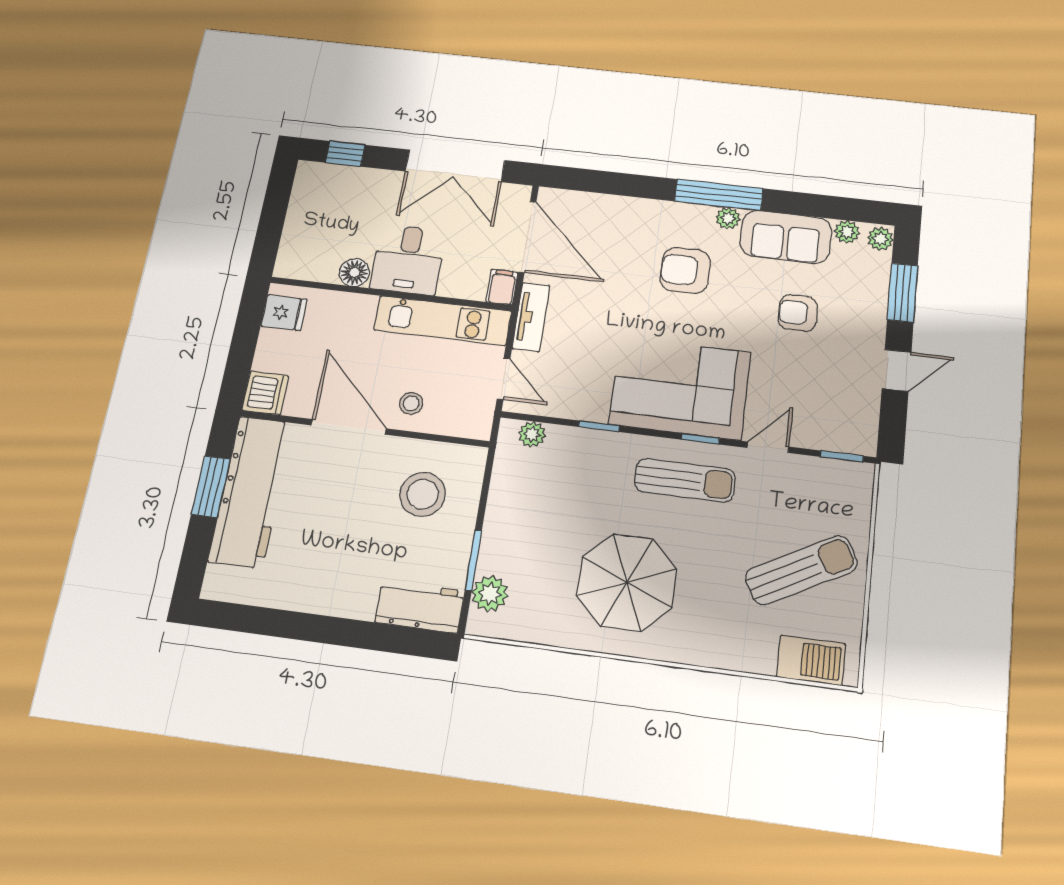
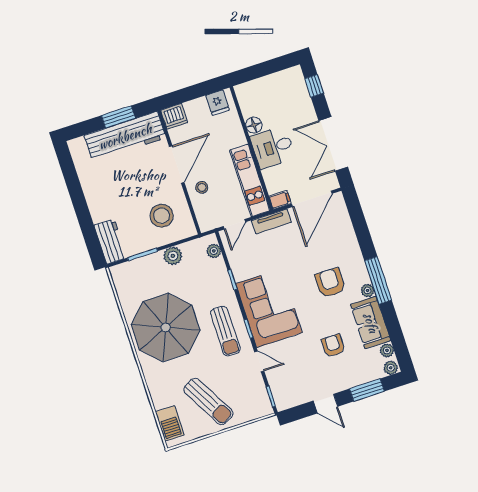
parasol: (627, 582) -> (166, 327), width x1.36, depth x1.36
plant: (490, 594) -> (173, 256), moved

